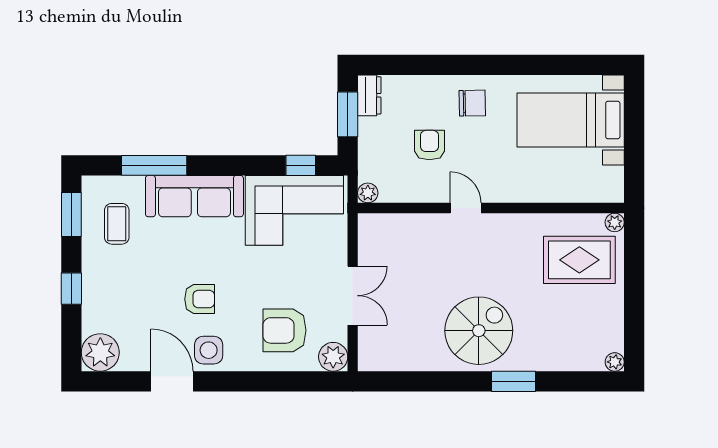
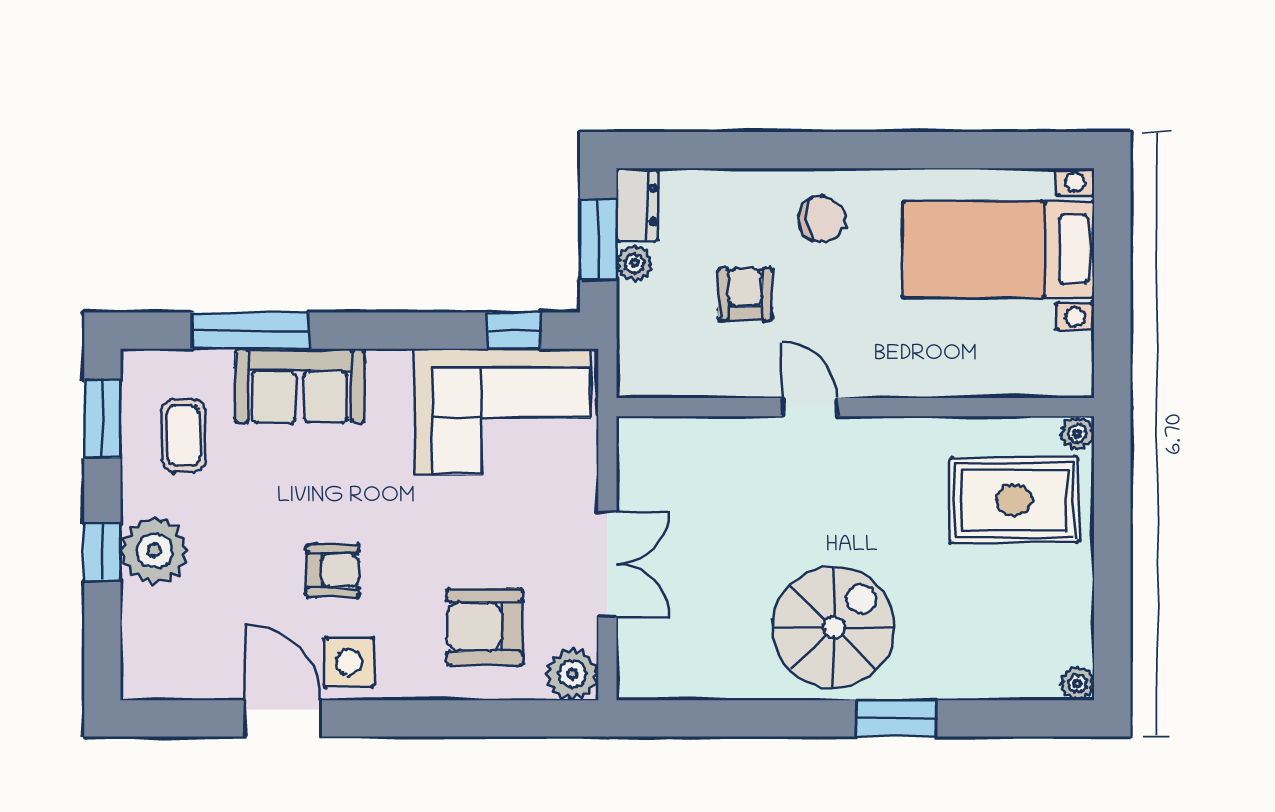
plant: (368, 193) -> (634, 263), moved
sofa: (194, 196) -> (300, 386), width x0.73
plant: (100, 352) -> (154, 551), moved

